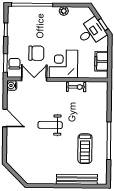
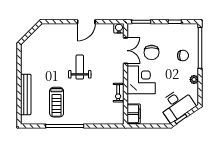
desk: (91, 32) -> (177, 105), width x1.37
filing cabinet: (102, 61) -> (134, 114), moved, turned 90
chair: (14, 64) -> (183, 56), moved
treadmill: (85, 149) -> (57, 102), turned -90

